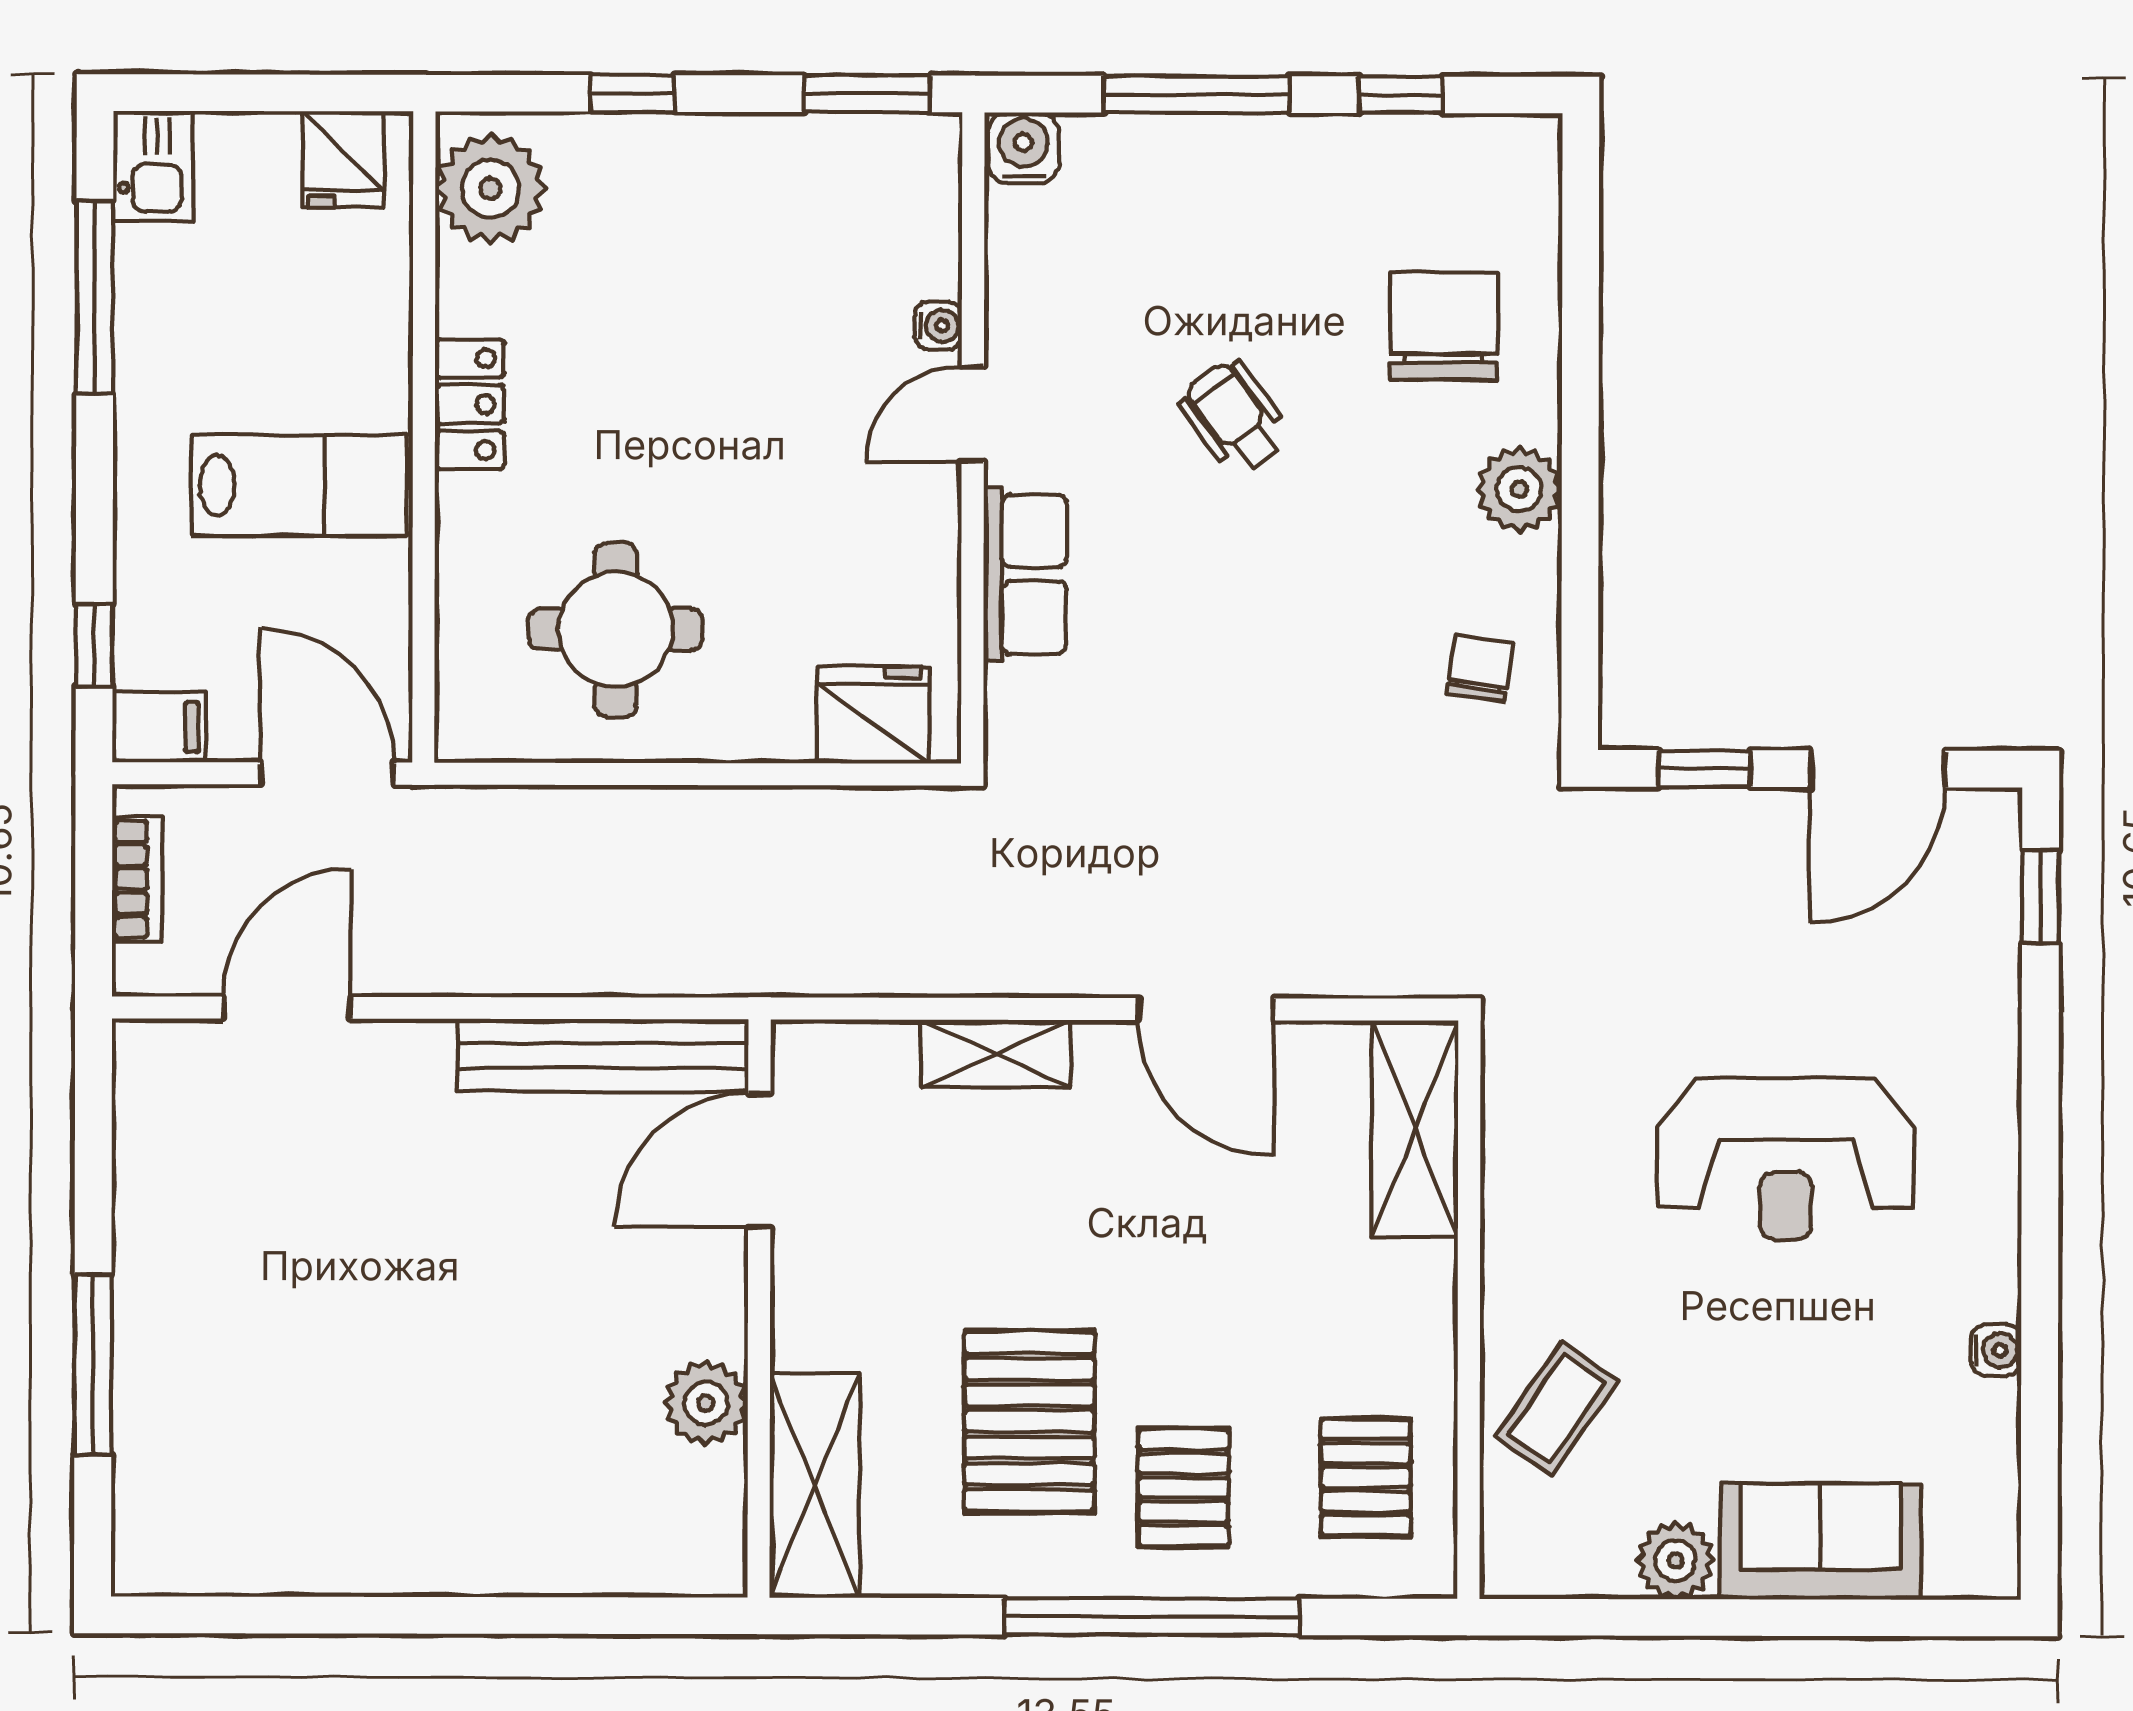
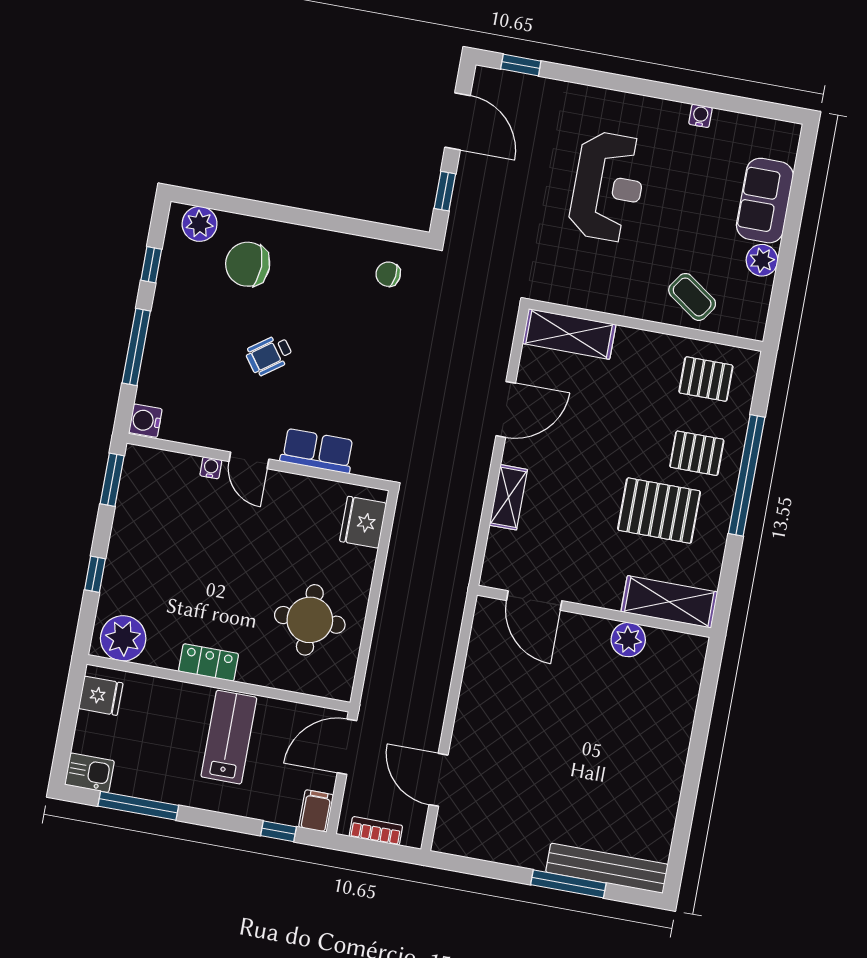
plant: (1519, 489) -> (200, 224), moved
bench: (603, 1055) -> (607, 868), moved, turned 90

